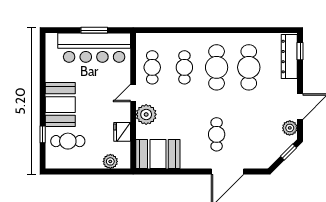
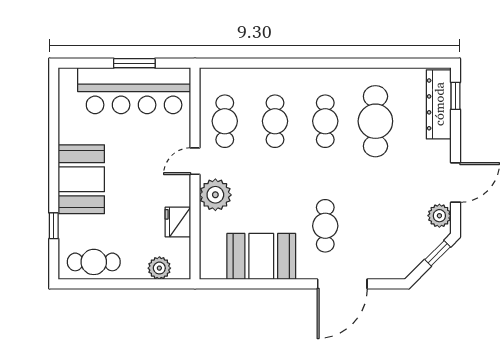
cafe table: (217, 67) -> (325, 121), width x0.73, depth x0.74
cafe table: (68, 141) -> (94, 262), moved
booth: (158, 154) -> (261, 256), moved

